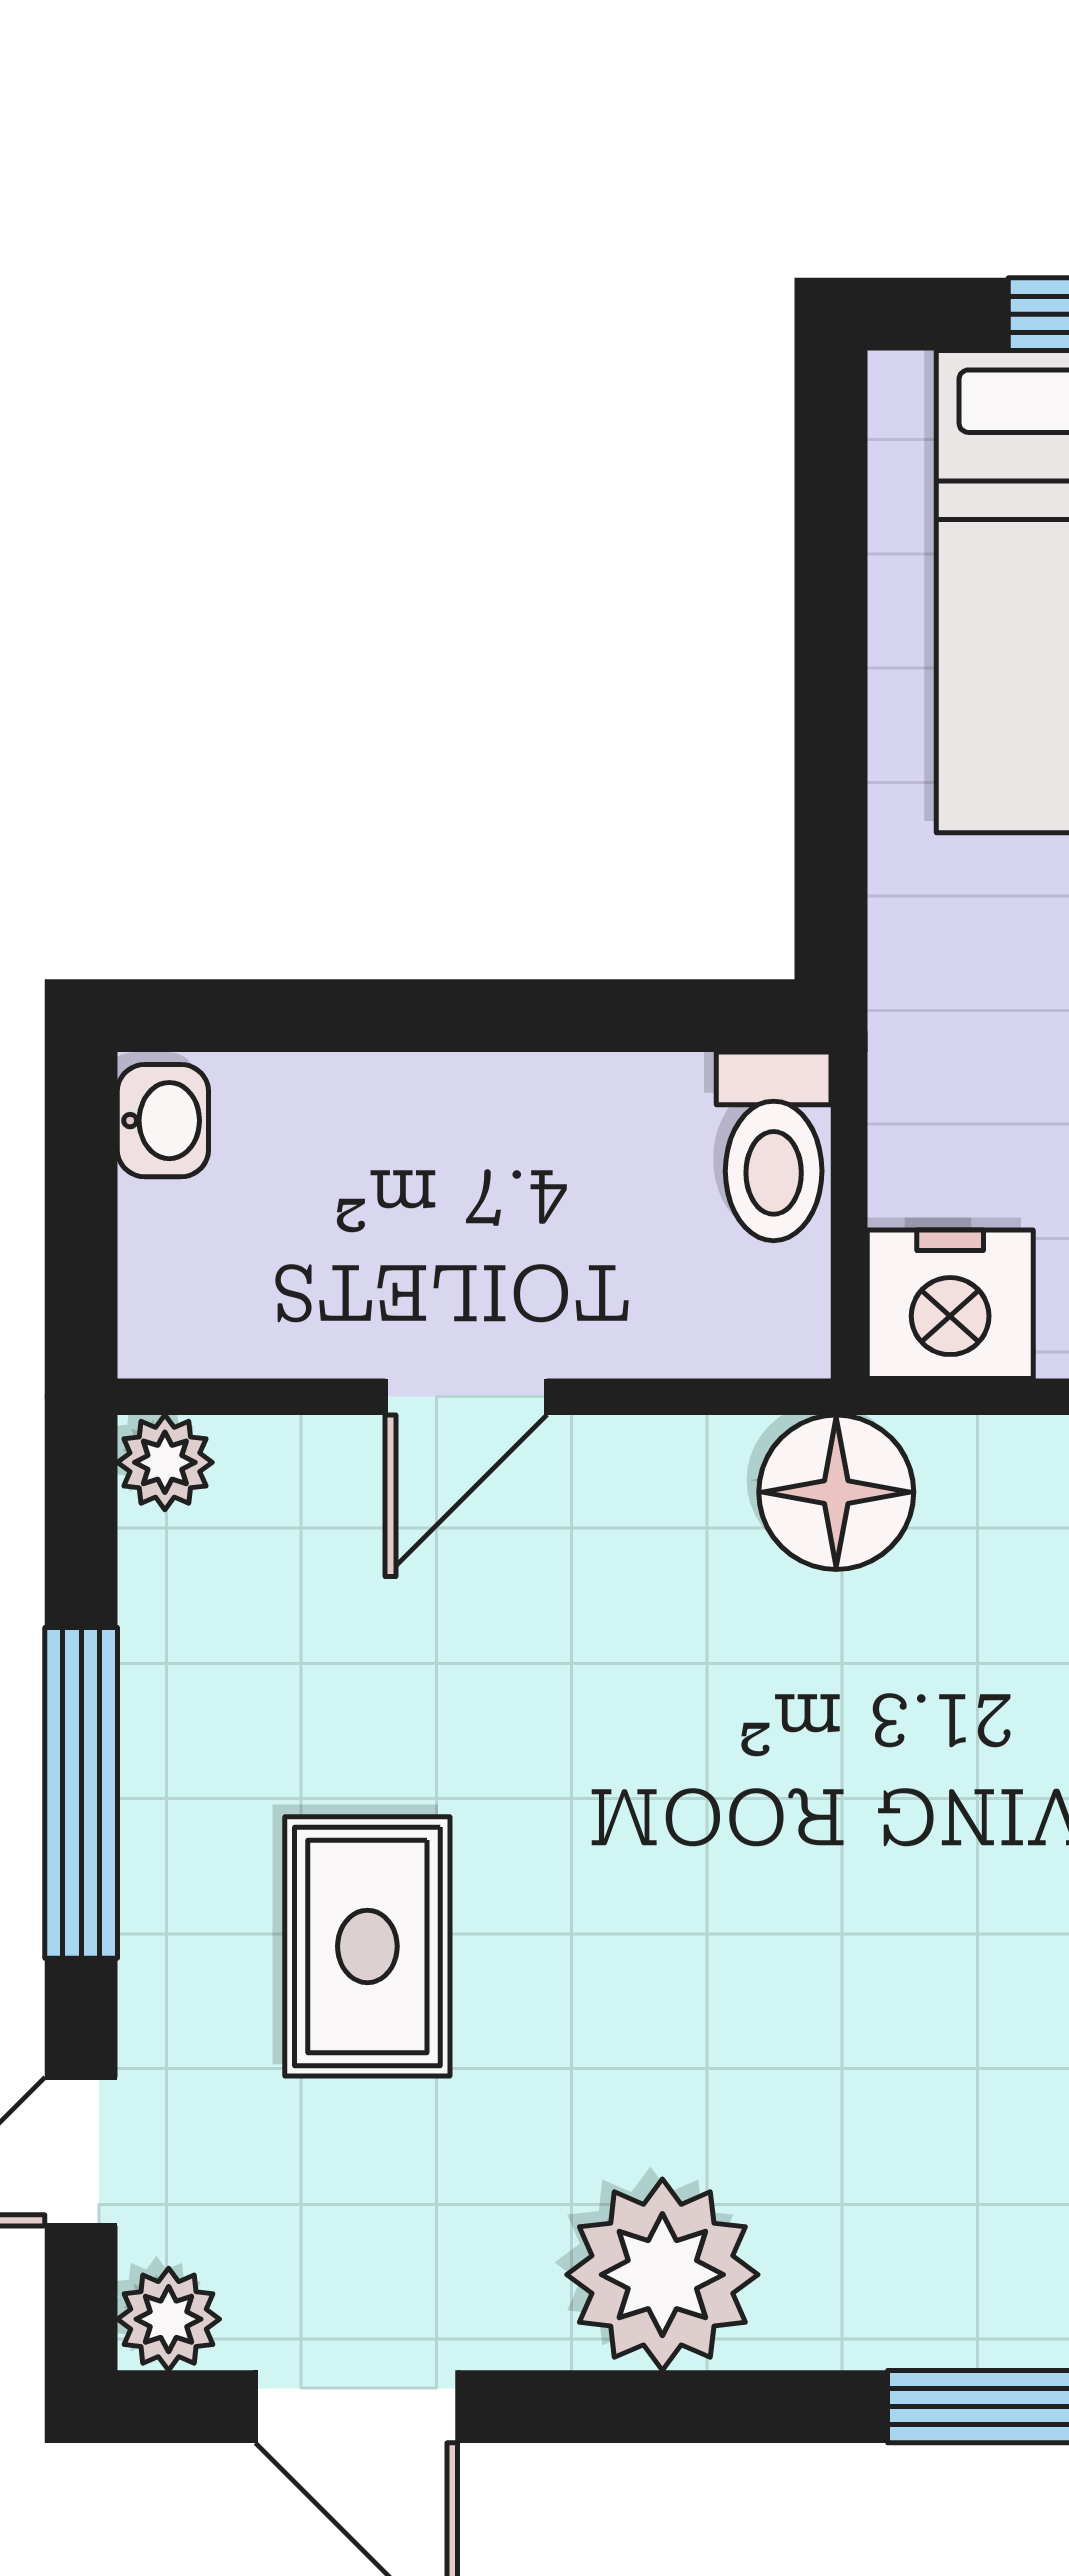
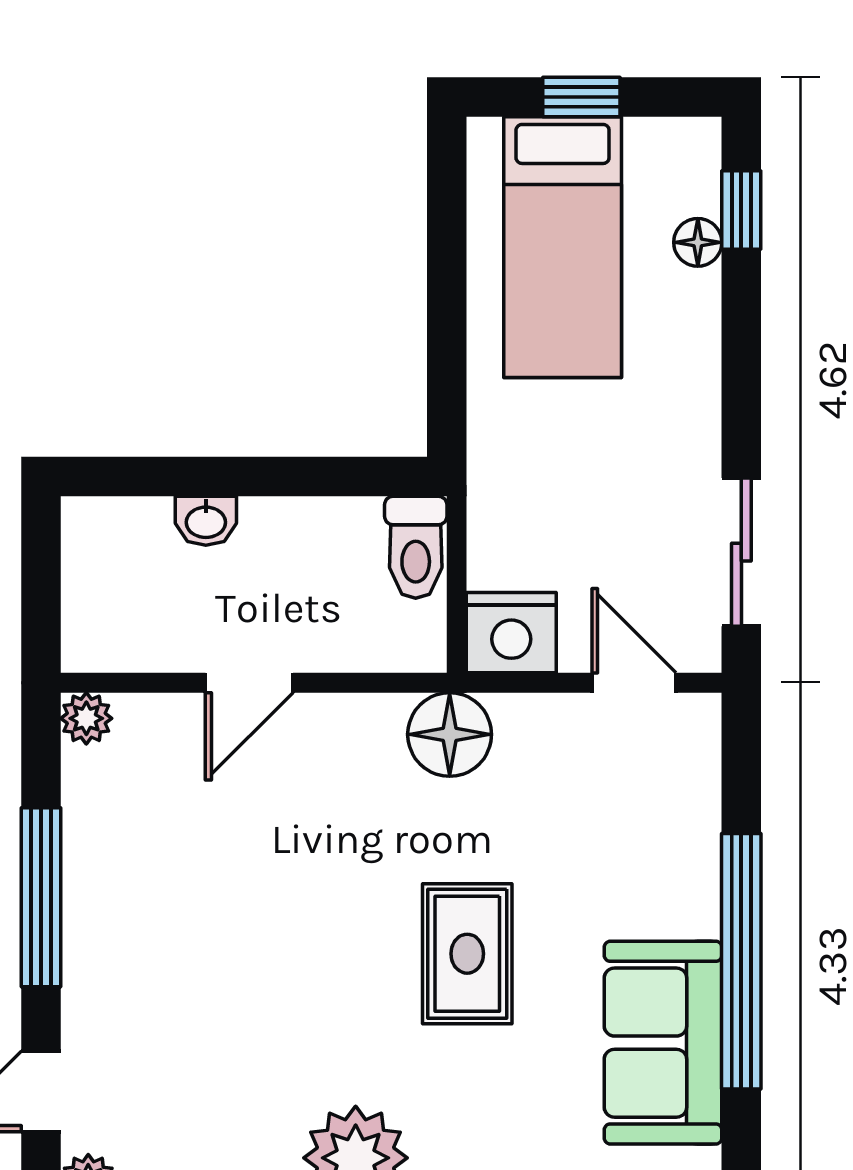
washbasin: (163, 1121) -> (206, 521), moved, turned 90
rug: (367, 1946) -> (467, 954), moved

